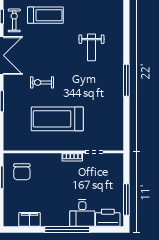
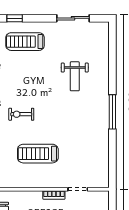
treadmill: (45, 15) -> (25, 42), turned 180
treadmill: (57, 119) -> (38, 154), width x0.73, depth x0.73

